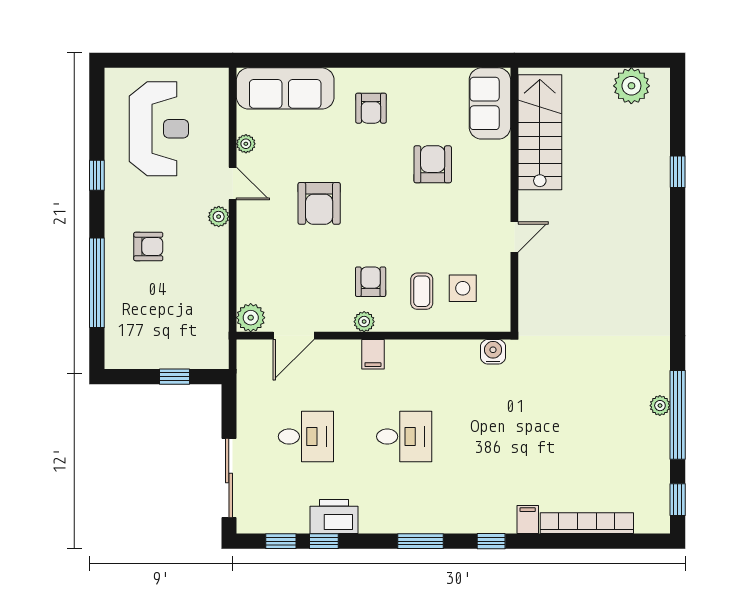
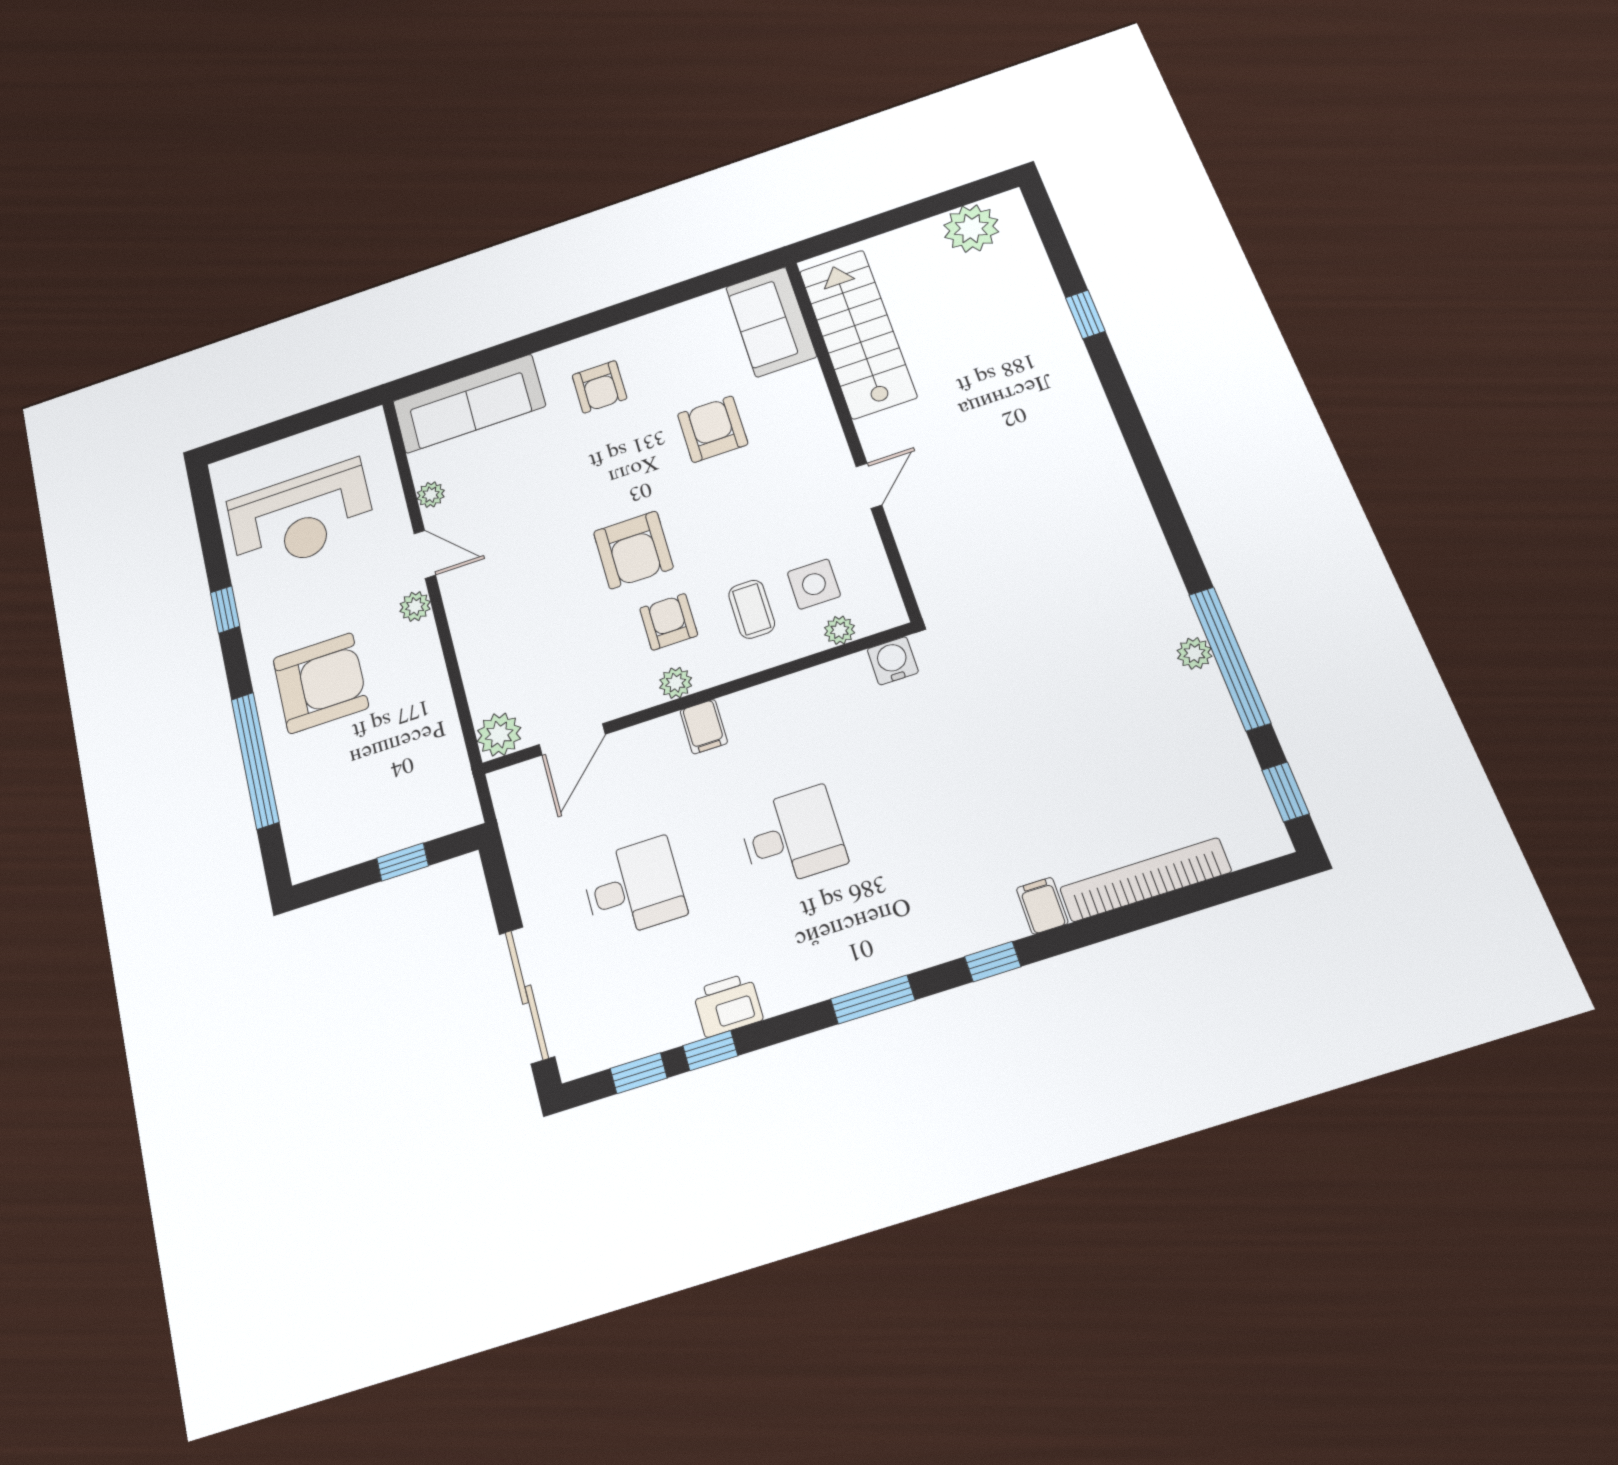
reception desk: (159, 129) -> (301, 517), turned 90
armchair: (319, 203) -> (633, 550), moved
armchair: (148, 246) -> (321, 683), width x1.88, depth x1.88
plant: (469, 322) -> (840, 630), added
printer: (334, 517) -> (728, 1005), width x0.73, depth x0.84

